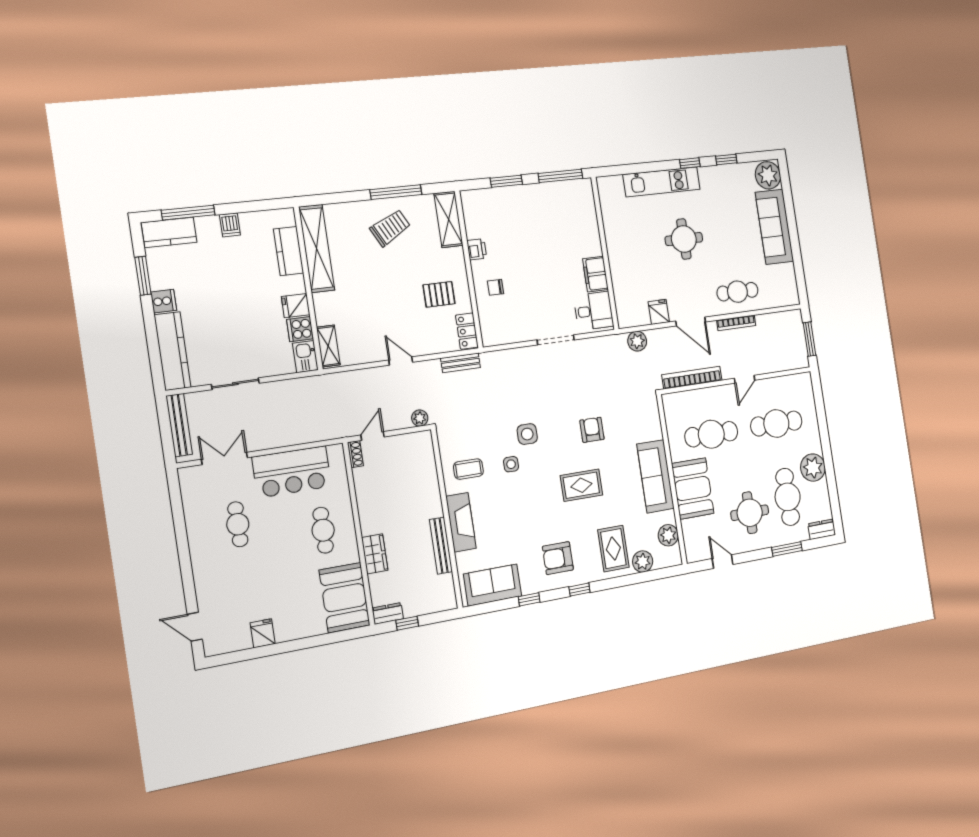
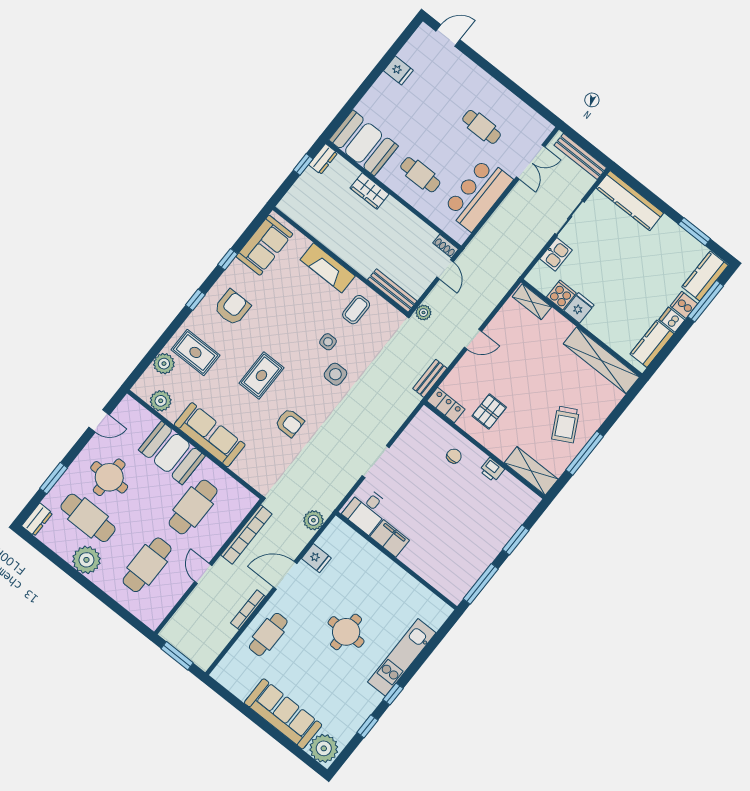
kitchen counter: (289, 251) -> (652, 344), moved, turned -90
cooker: (164, 301) -> (684, 305), moved, turned 90
kitchen sink: (305, 357) -> (556, 254), moved, turned 90
bench: (441, 546) -> (392, 290), moved

